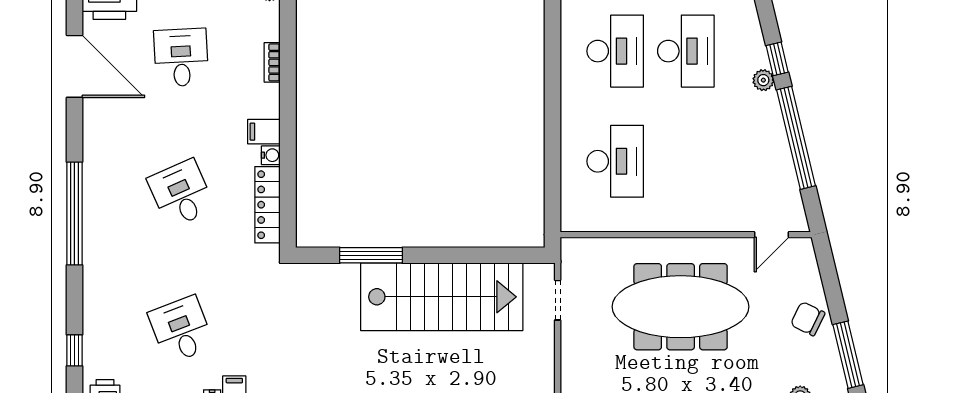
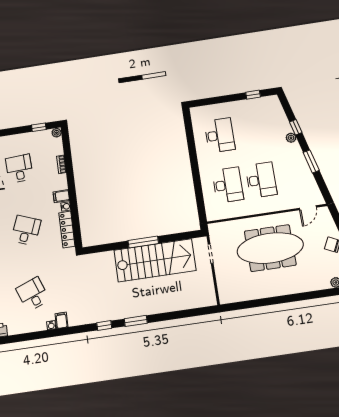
desk: (686, 51) -> (261, 180), moved
window: (796, 138) -> (311, 161), width x0.47
desk: (181, 194) -> (26, 230), turned 45
window: (371, 255) -> (143, 242), moved

